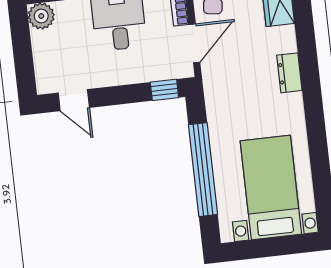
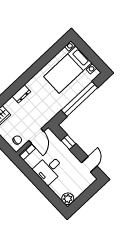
door: (194, 43) -> (36, 136), swing flipped
window: (164, 90) -> (68, 142), moved

